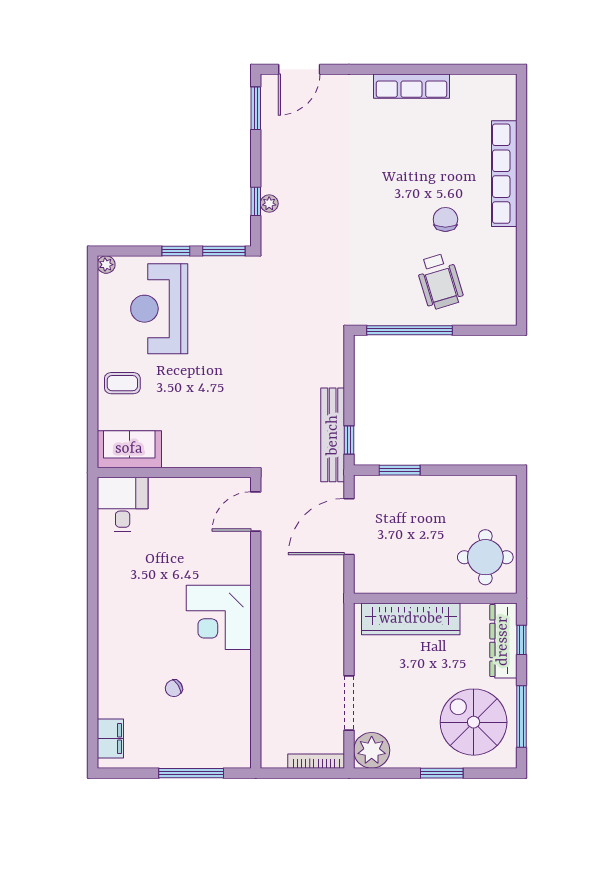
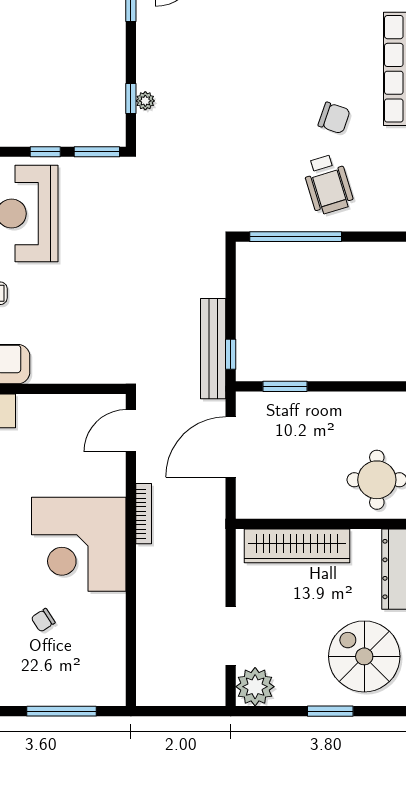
chair: (445, 219) -> (334, 118), turned 109
corner desk: (219, 617) -> (79, 544), width x1.36, depth x1.36
bookcase: (316, 761) -> (144, 514), moved, turned 90

